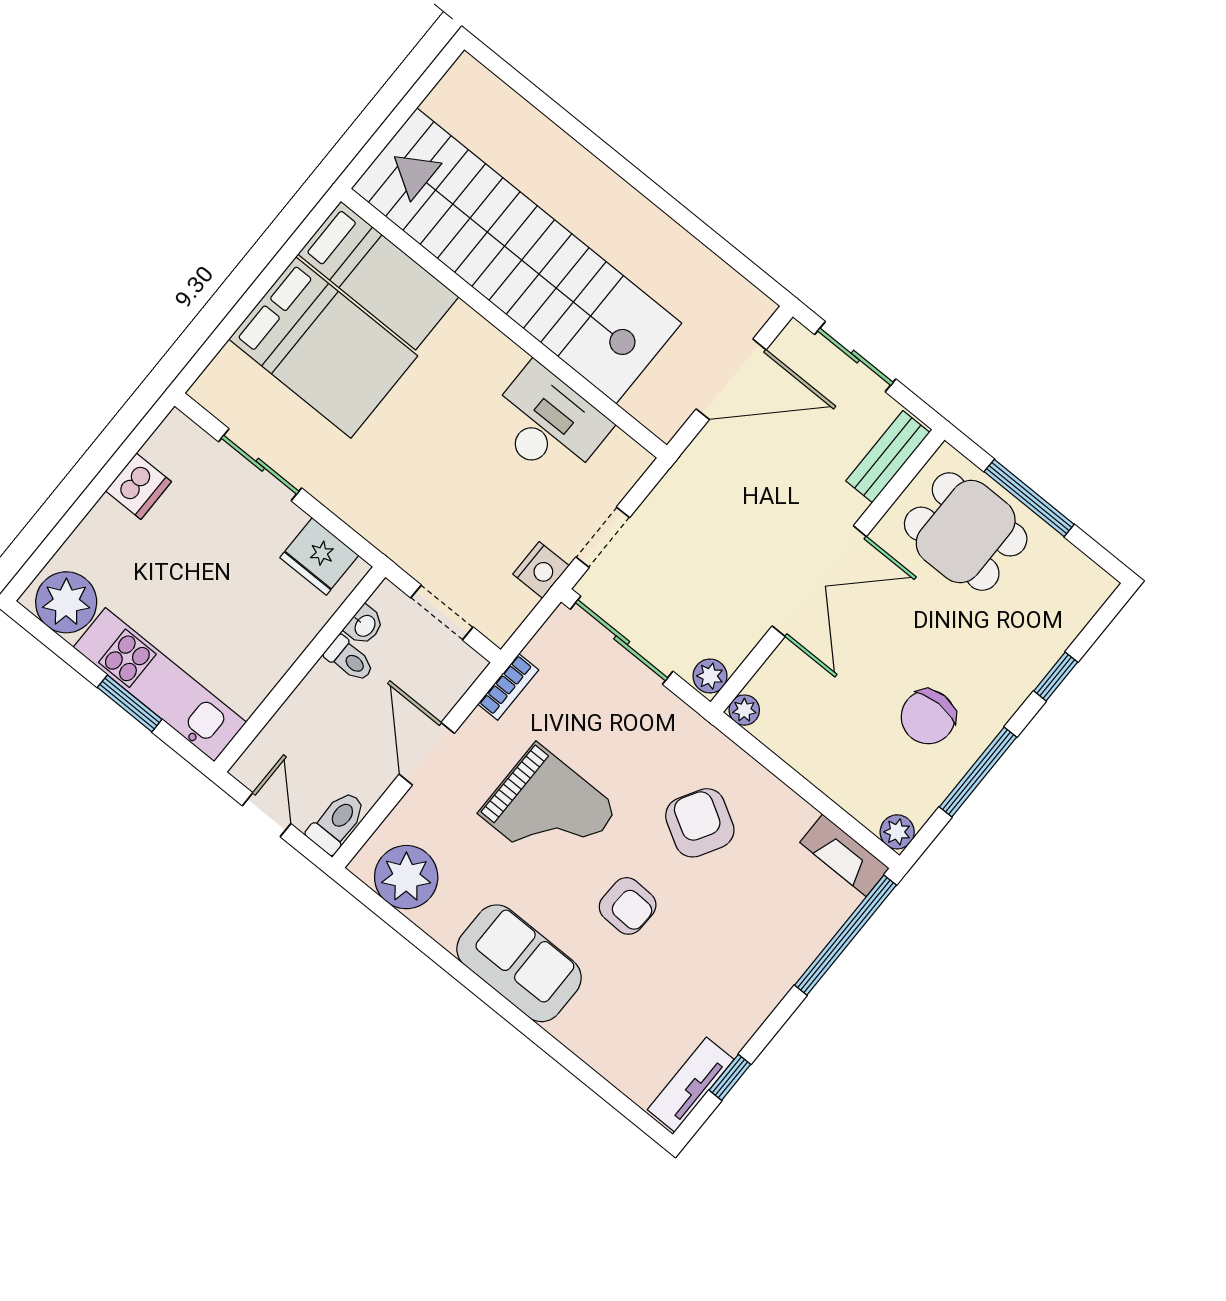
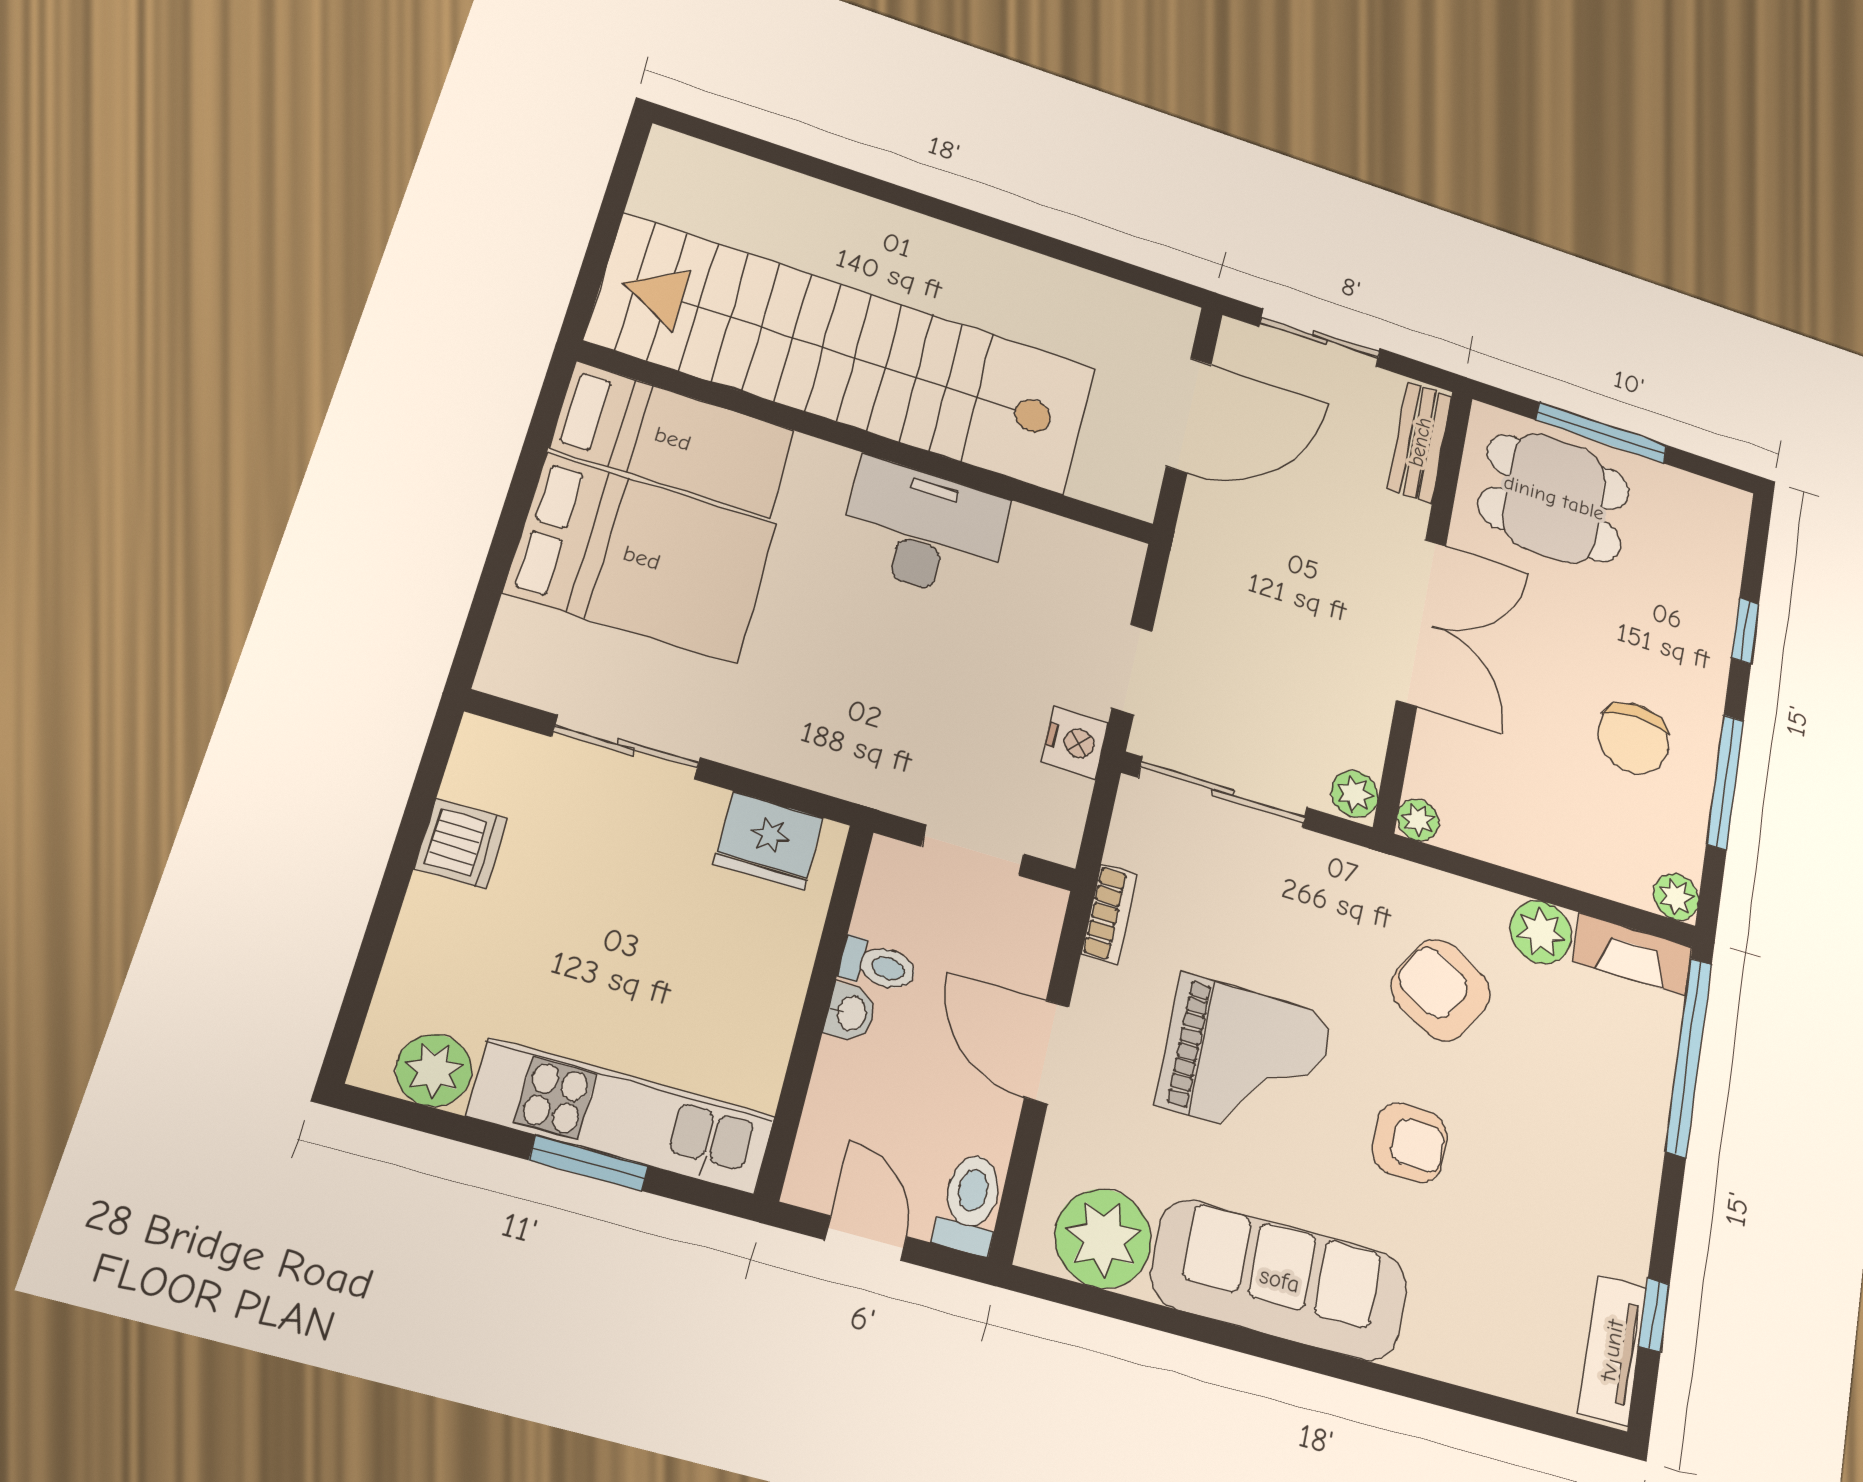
desk: (548, 424) -> (924, 530), moved
plant: (66, 602) -> (434, 1070), width x0.73, depth x0.73
washbasin: (364, 625) -> (850, 1013), moved
plant: (788, 815) -> (1541, 932), added
sofa: (519, 963) -> (1280, 1280), width x1.36

